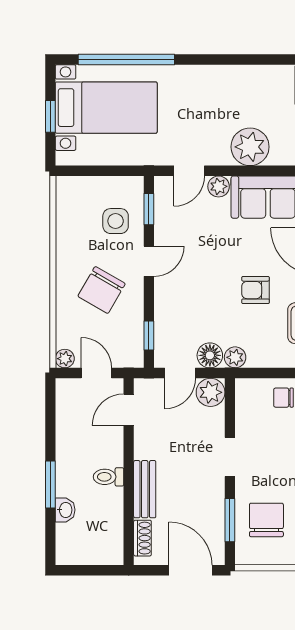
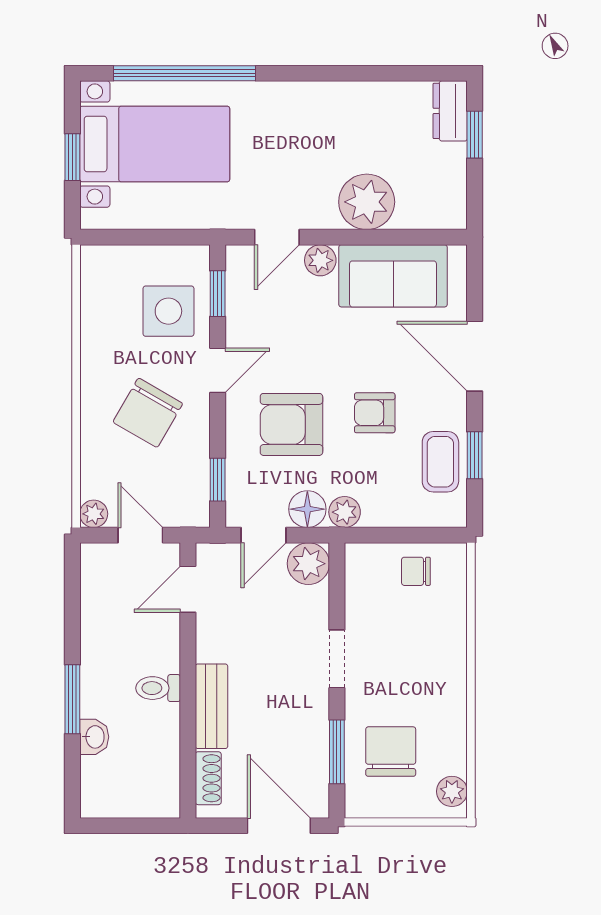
side table: (116, 221) -> (168, 311), width x1.37, depth x1.37
armchair: (199, 298) -> (291, 424), added

